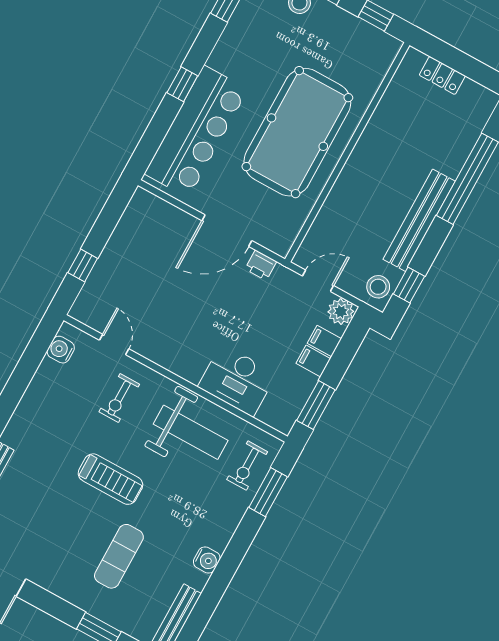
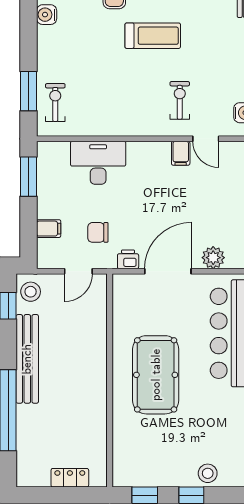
pool table: (297, 132) -> (156, 375), width x0.73, depth x0.76
chair: (276, 309) -> (98, 232), added
plant: (341, 312) -> (213, 258), moved
filing cabinet: (313, 361) -> (181, 153), moved, turned 90
weight bench: (191, 432) -> (112, 104), removed
treadmill: (110, 479) -> (153, 36), turned 180

